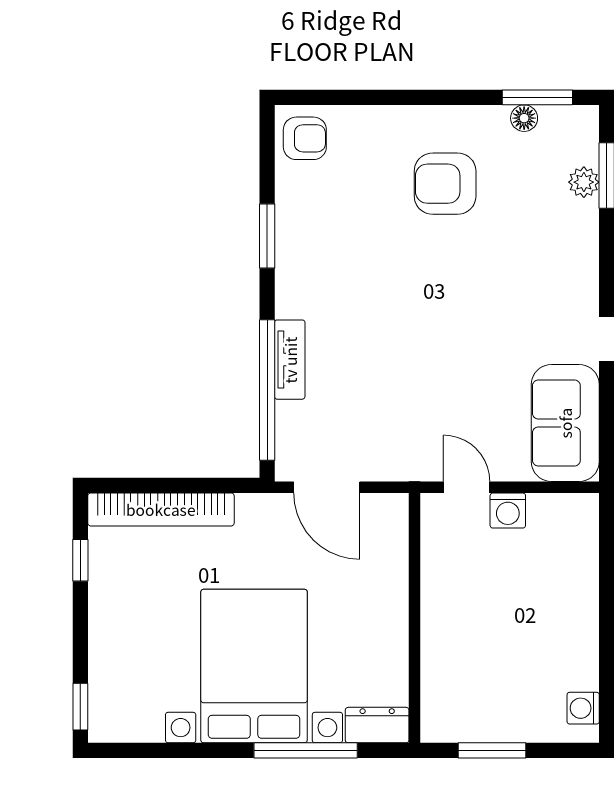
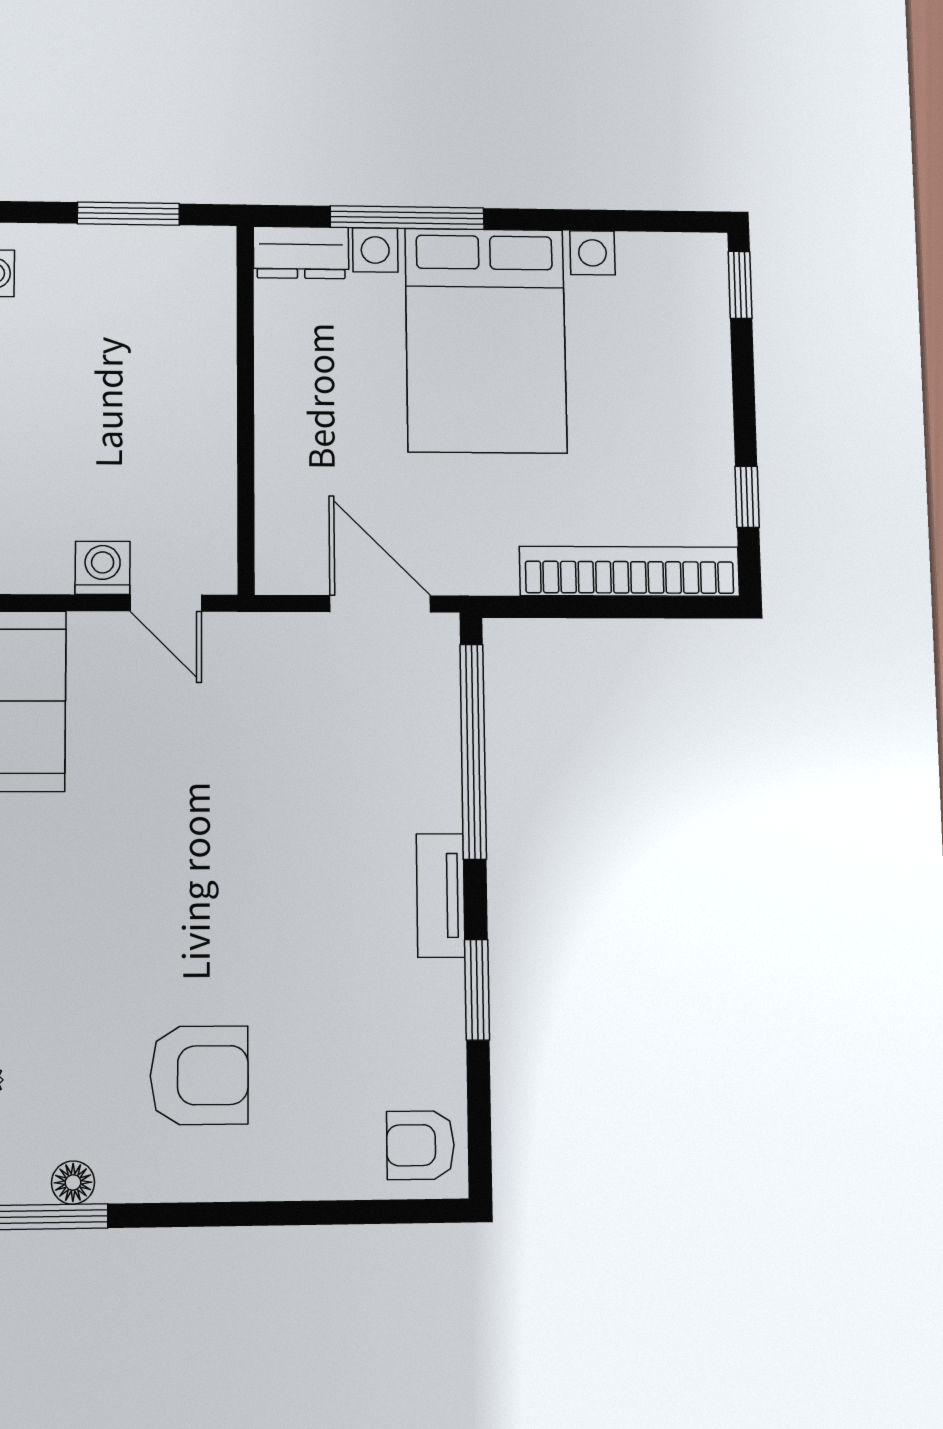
tv unit: (290, 360) -> (441, 895), moved

